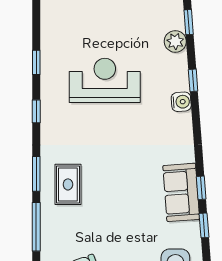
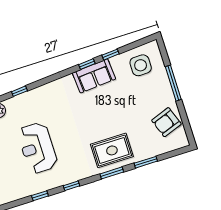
water cooler: (181, 102) -> (36, 94), removed
rug: (68, 184) -> (112, 150), width x1.36, depth x1.43
window: (36, 227) -> (146, 162), width x0.69

